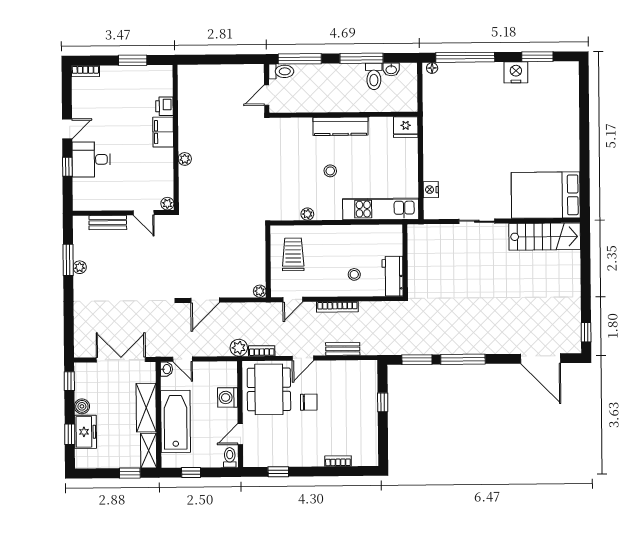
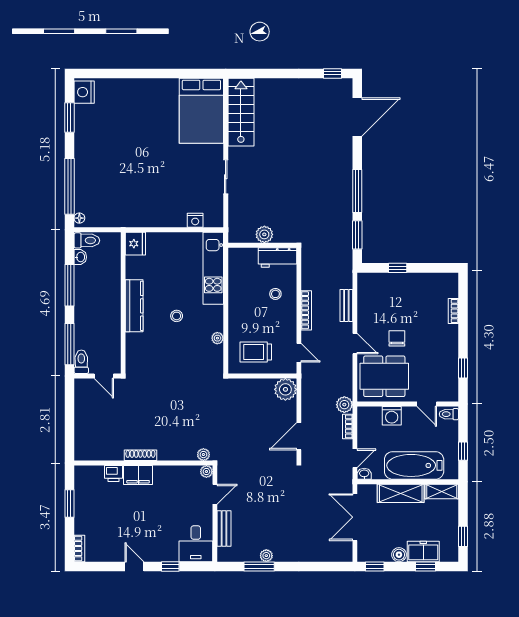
nightstand: (516, 72) -> (84, 92), moved
toilet: (374, 76) -> (87, 240), moved
shoe rack: (184, 134) -> (140, 455), added
desk: (91, 159) -> (196, 544), moved
plant: (185, 159) -> (203, 455), moved
plant: (417, 262) -> (264, 234), added
plant: (260, 291) -> (285, 389), width x1.87, depth x1.87
door: (205, 300) -> (299, 436), swing flipped
bookcase: (262, 351) -> (348, 426), moved
window: (130, 473) -> (463, 536), moved

